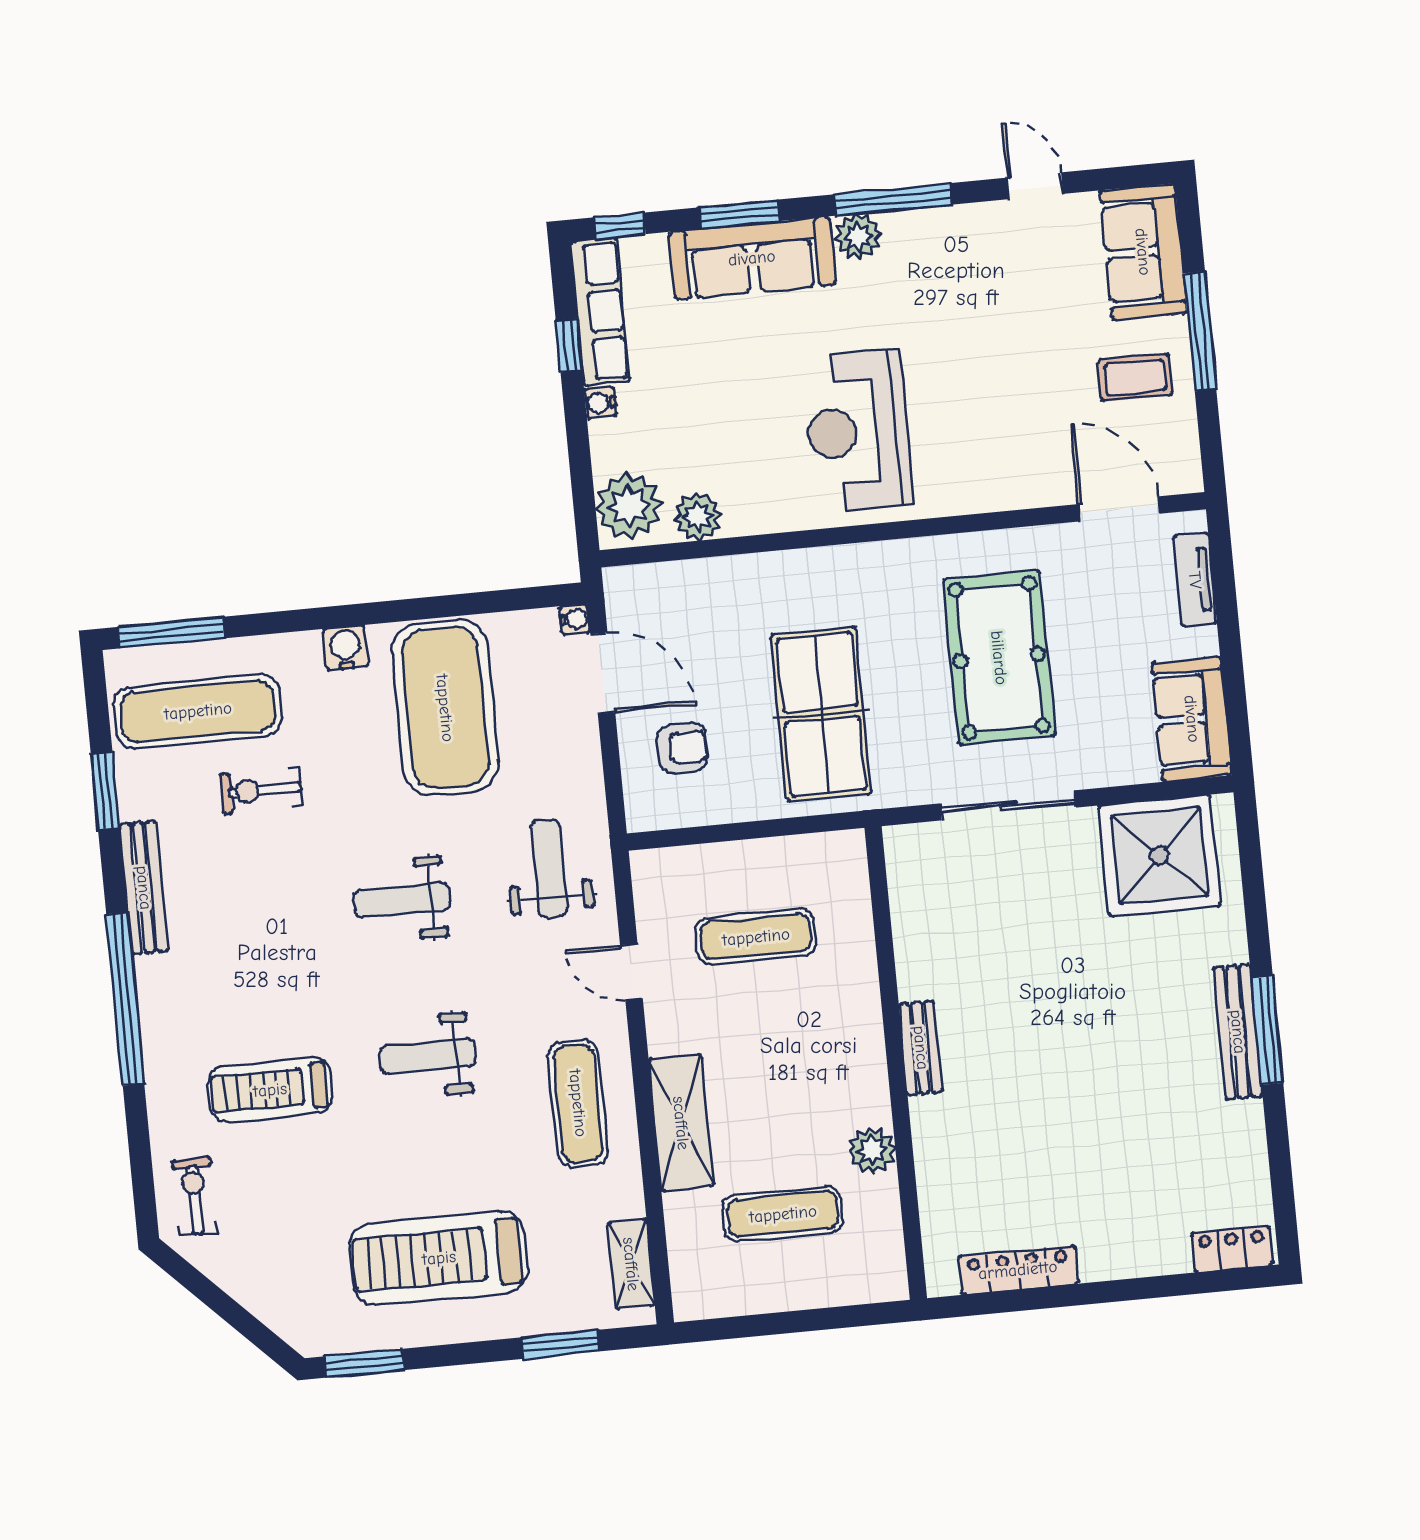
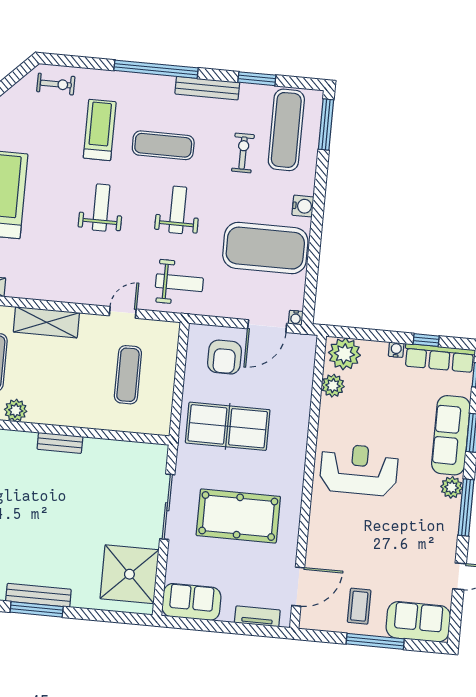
armchair: (682, 748) -> (224, 357), width x1.38, depth x1.38
exercise mat: (578, 1103) -> (163, 145), moved

